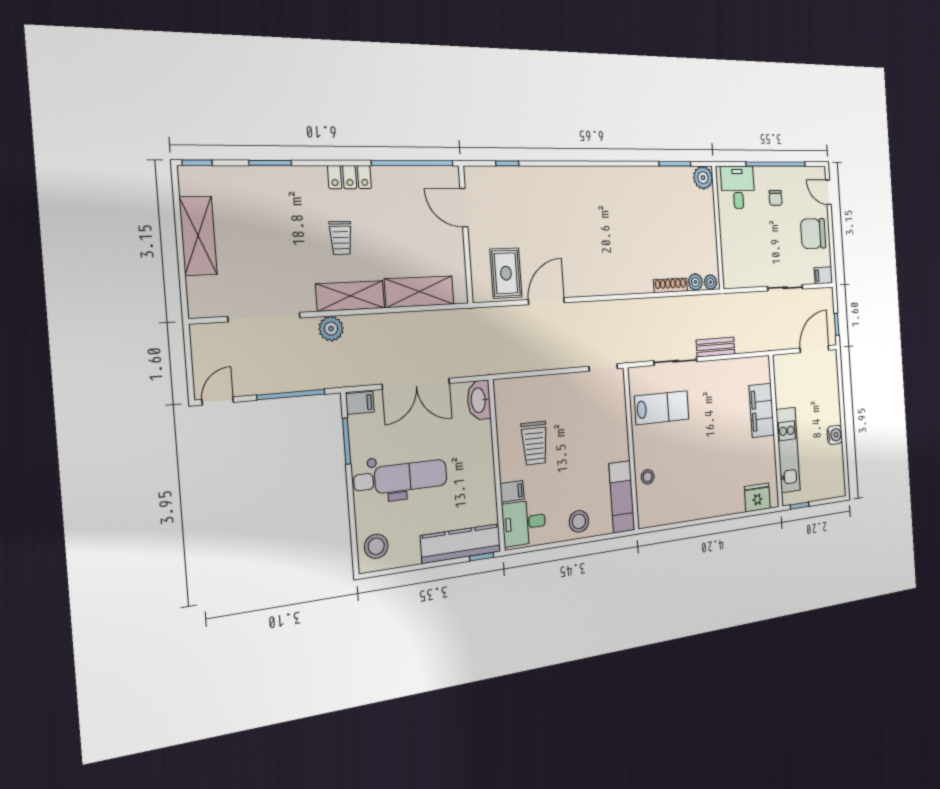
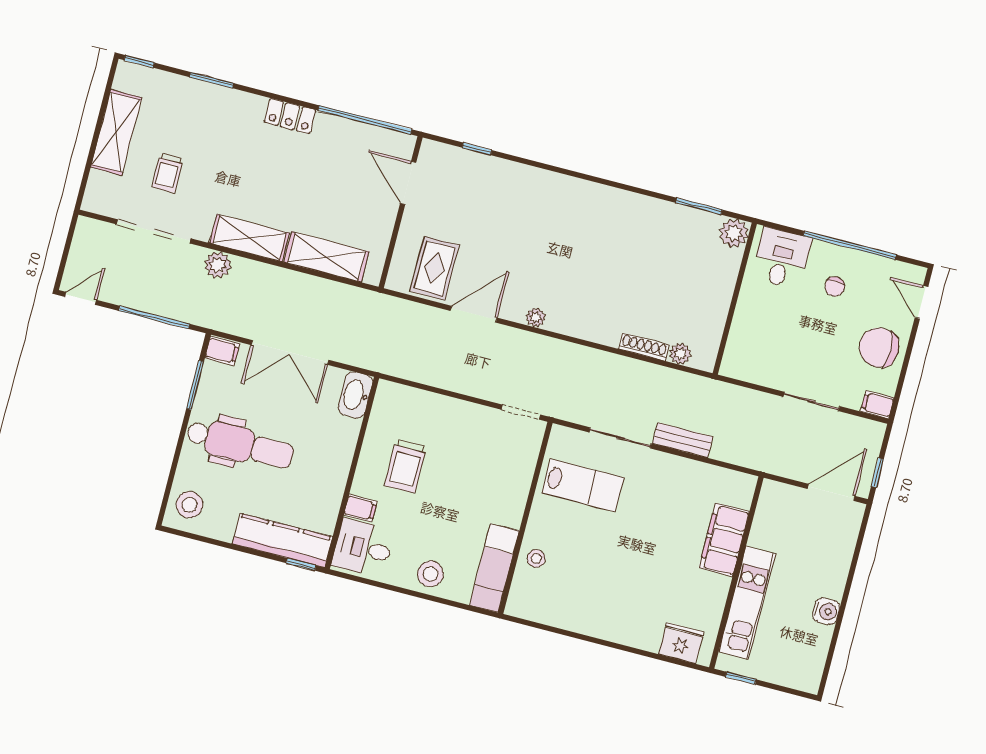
trolley: (341, 238) -> (168, 173), moved
plant: (710, 282) -> (536, 317), moved

